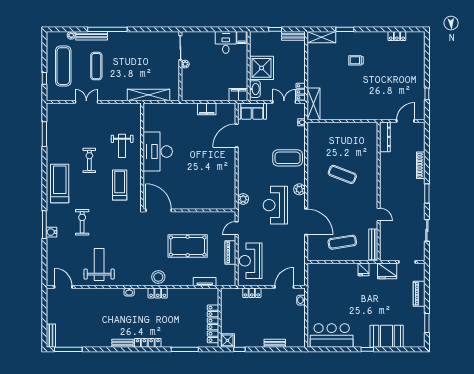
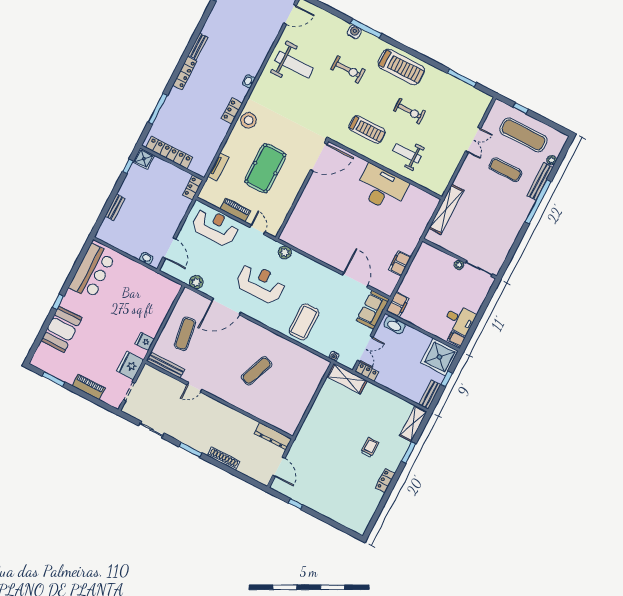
locker: (397, 36) -> (385, 480), moved
shower: (261, 68) -> (439, 357), moved
plant: (299, 189) -> (196, 282), moved
locker: (252, 293) -> (193, 187), moved

